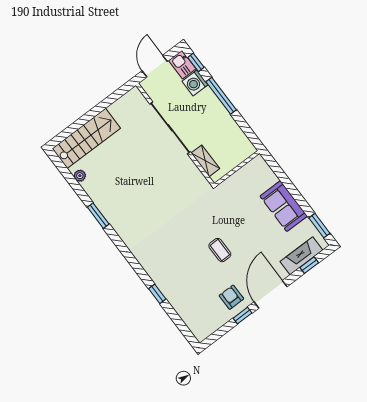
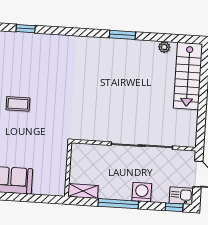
washing machine: (195, 83) -> (142, 192), moved
window: (221, 96) -> (118, 204), moved
shelving: (205, 161) -> (83, 191), moved

